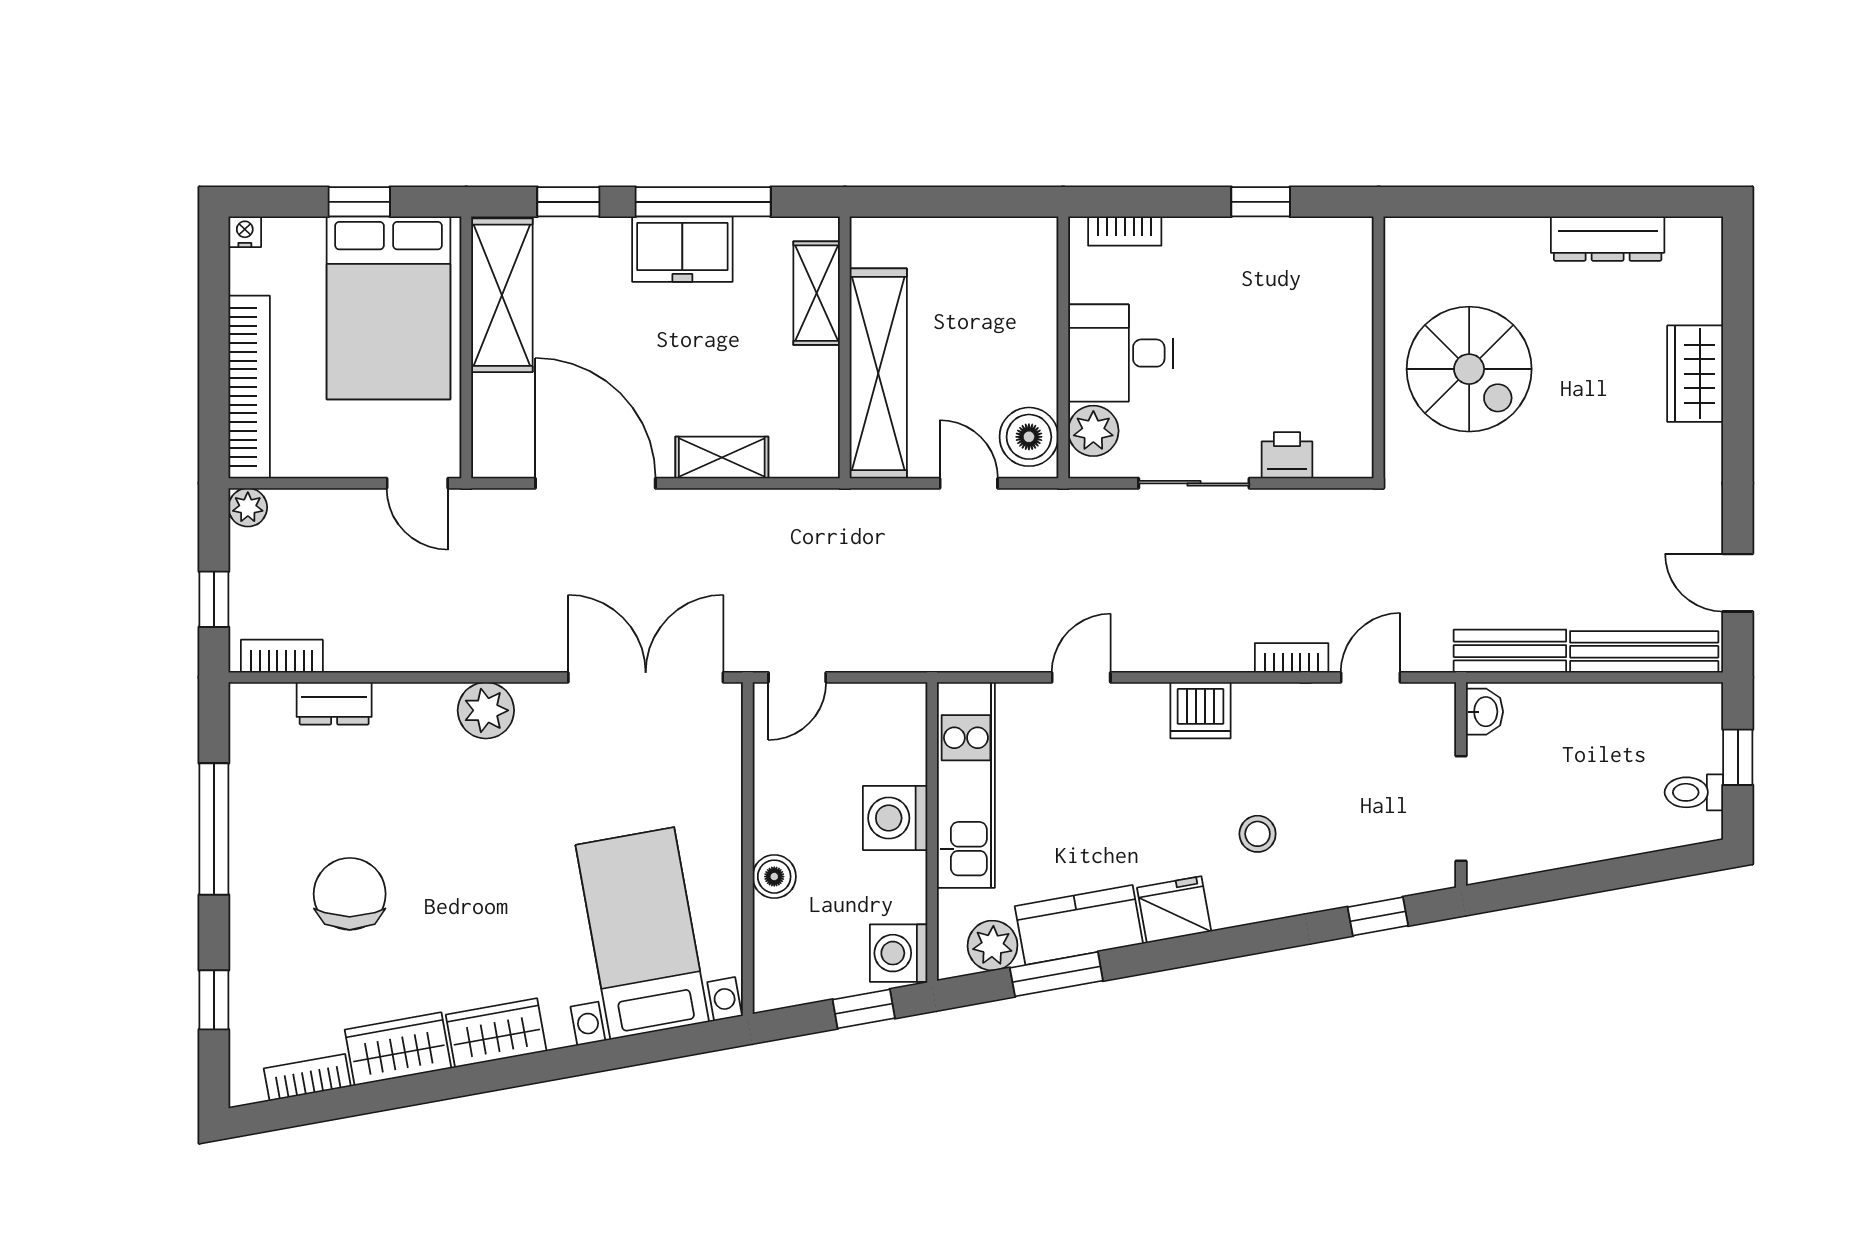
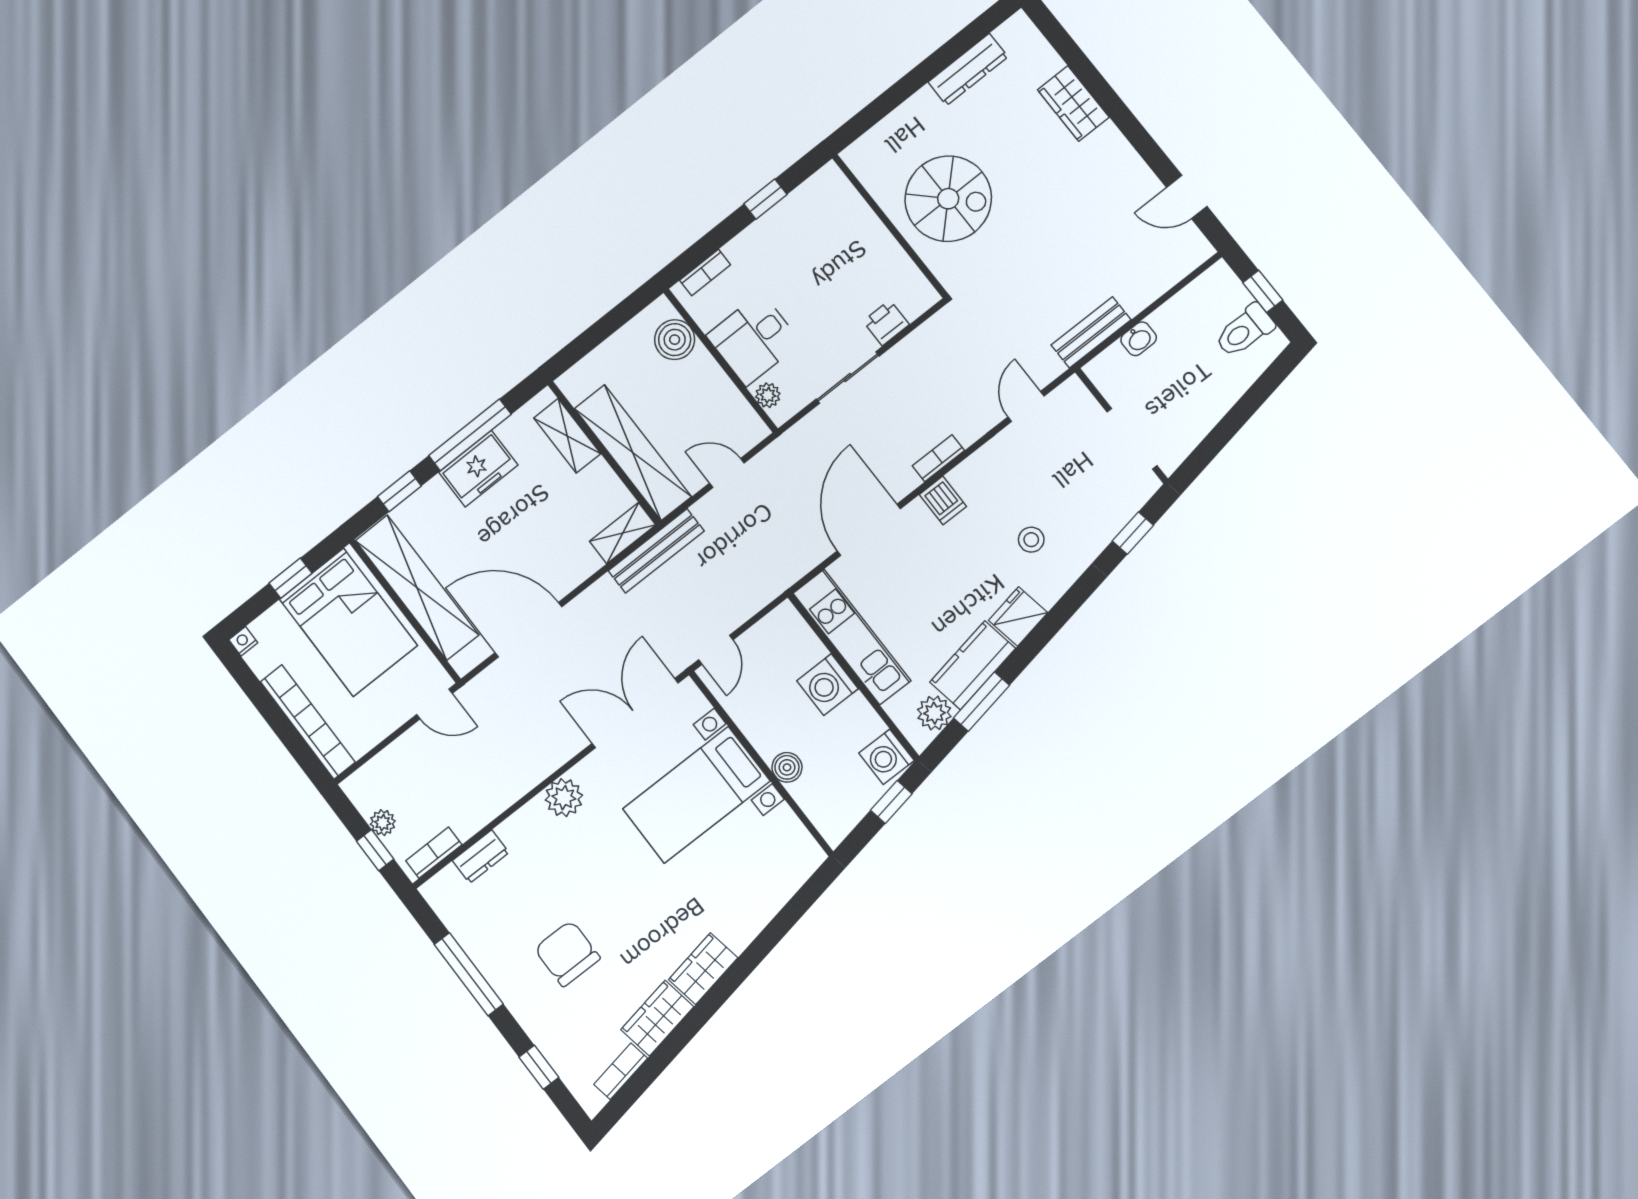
shelving: (502, 295) -> (417, 588), width x1.47
plant: (1093, 431) -> (768, 395), width x0.73, depth x0.73
boiler: (1029, 437) -> (675, 340), moved
shelving: (722, 457) -> (623, 533), moved
plant: (248, 507) -> (383, 823), moved
bench: (1644, 652) -> (656, 551), moved
bookcase: (1292, 658) -> (938, 458), moved
door: (1081, 677) -> (869, 530), width x1.88
dishwasher: (1200, 710) -> (943, 500), width x0.73
washbasin: (1485, 712) -> (1139, 339), moved, turned 90
toilet: (1694, 792) -> (1245, 331), width x1.37, depth x1.39
bed with nightstands: (642, 933) -> (696, 795), moved, turned -80

